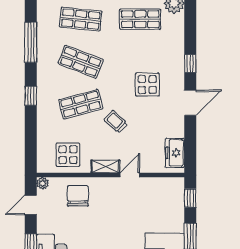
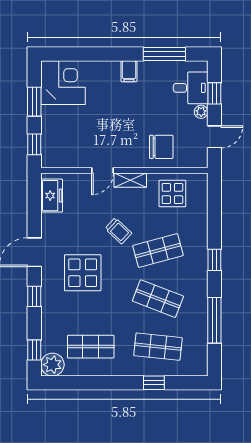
window: (190, 16) -> (34, 350), added
display table: (147, 85) -> (83, 273), width x1.36, depth x1.36
plant: (43, 183) -> (201, 112), moved
chair: (78, 196) -> (161, 147), turned -90

